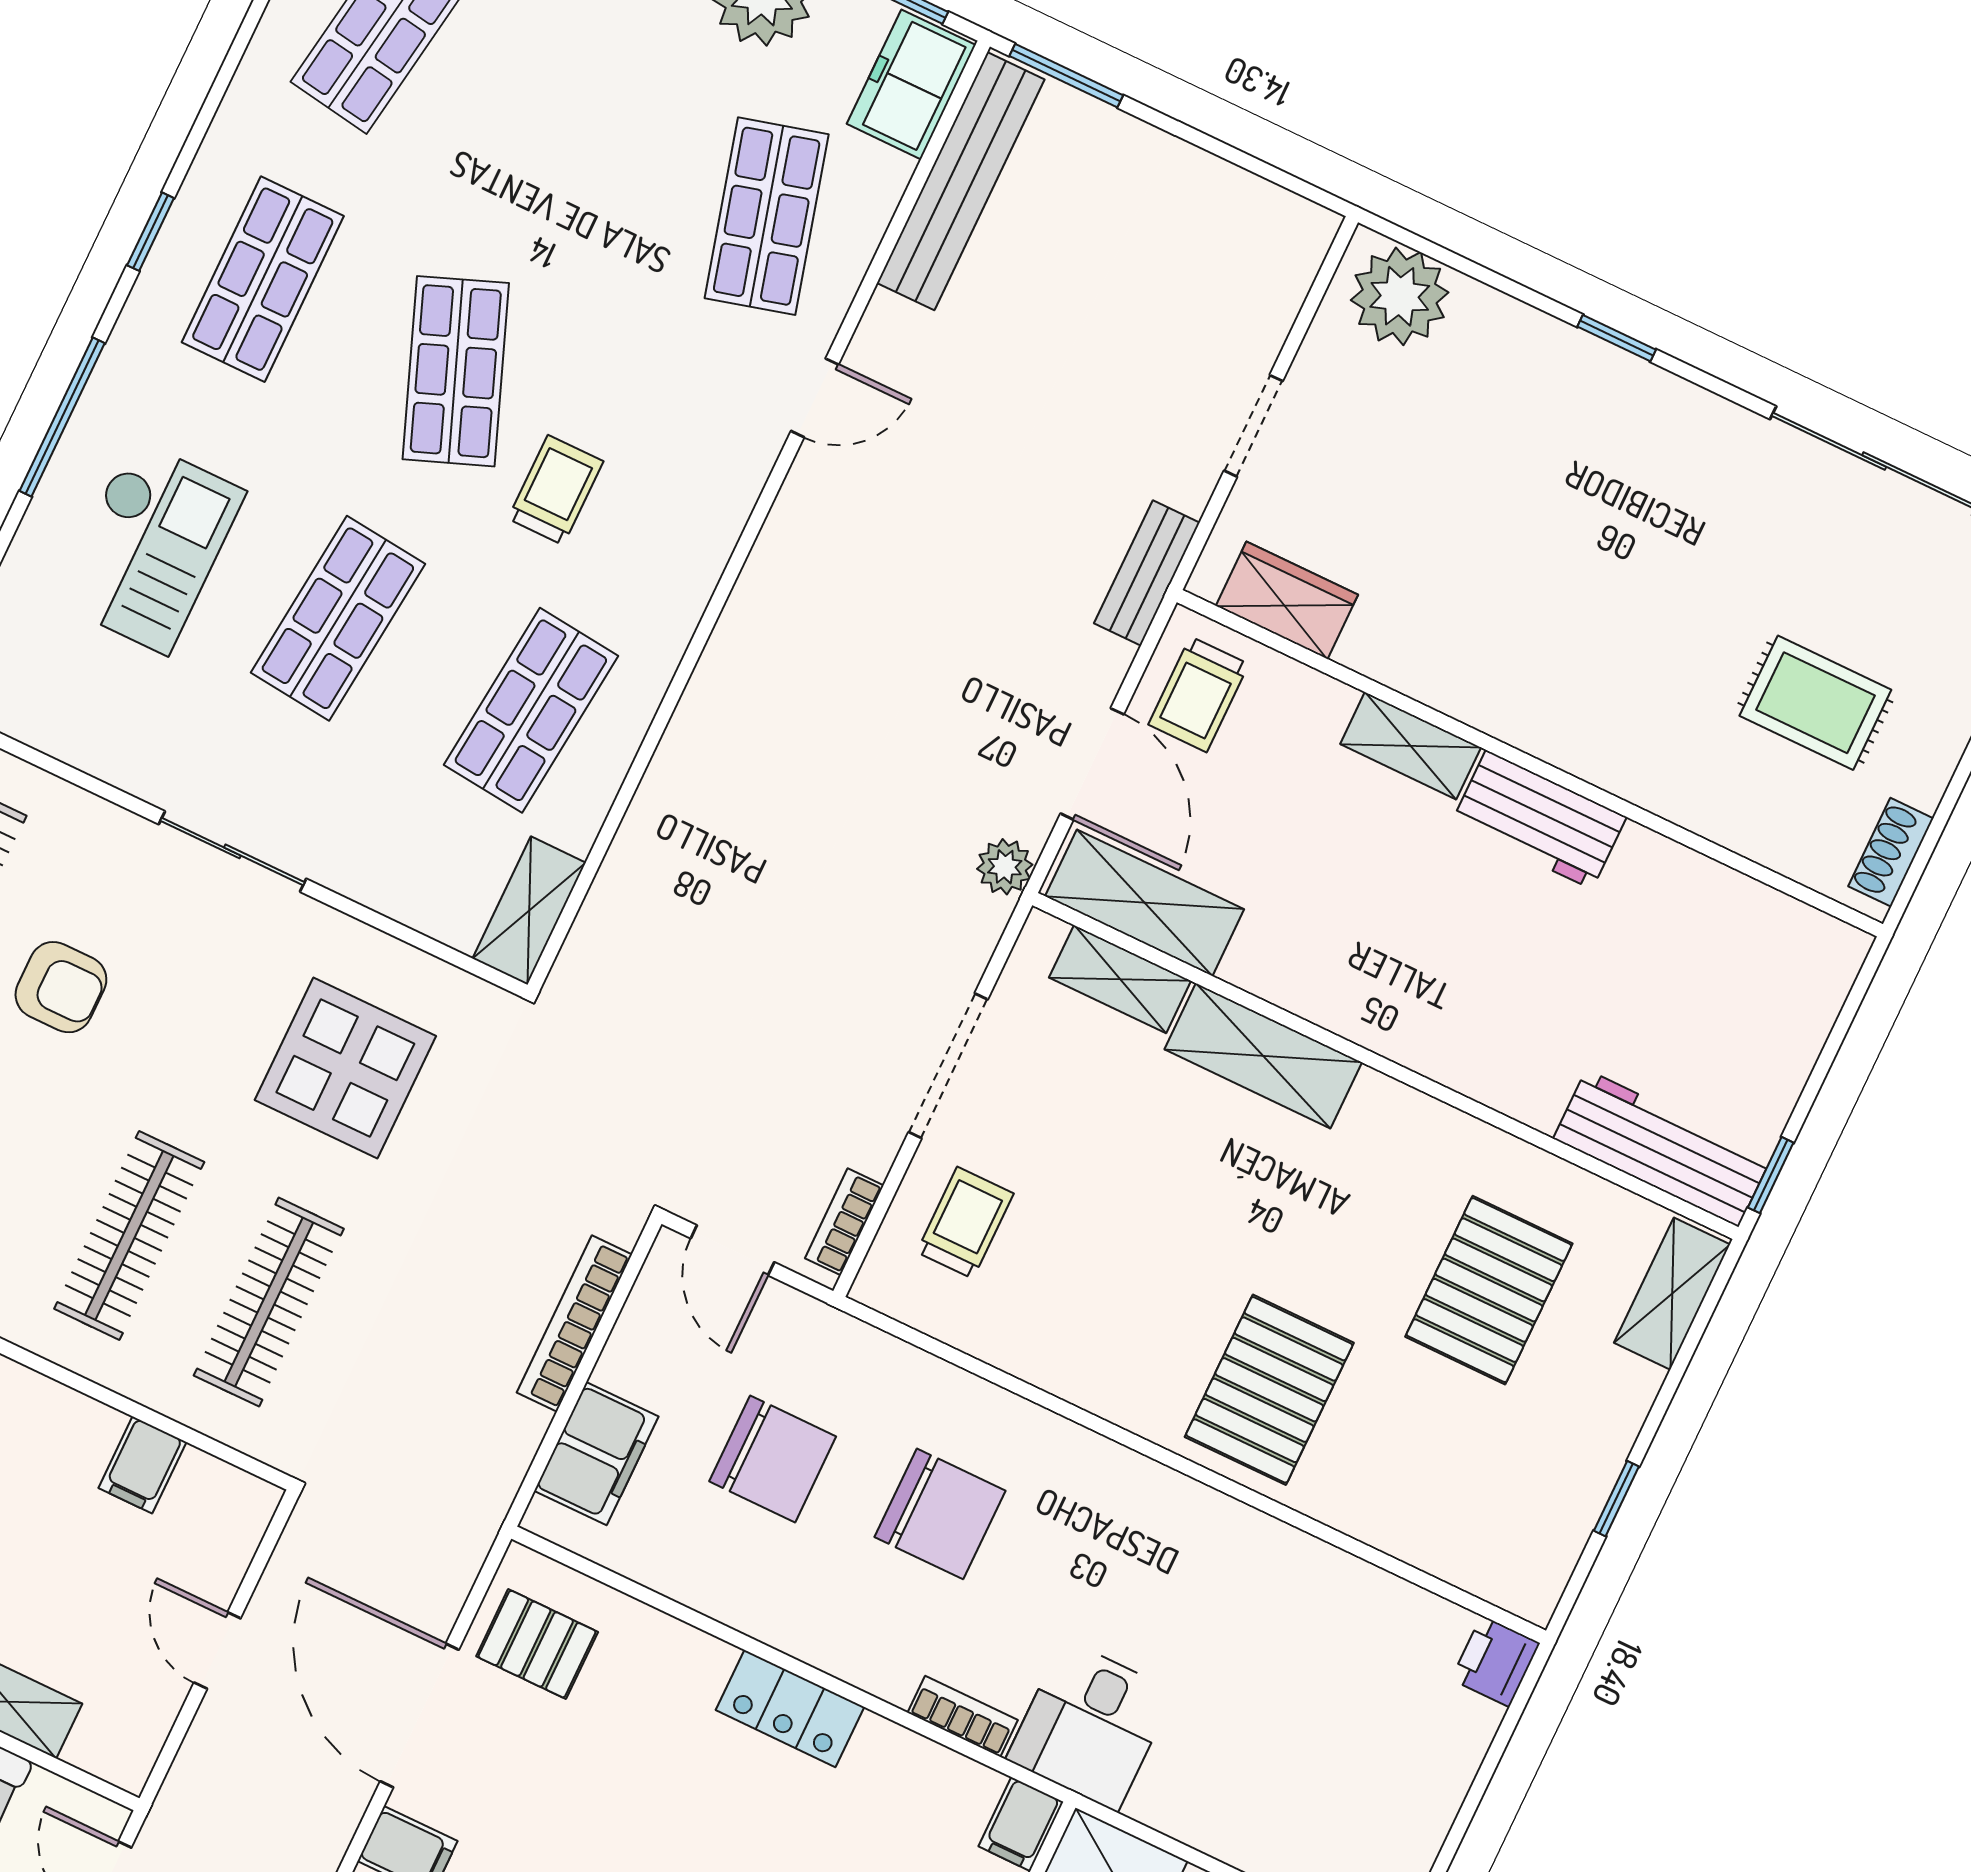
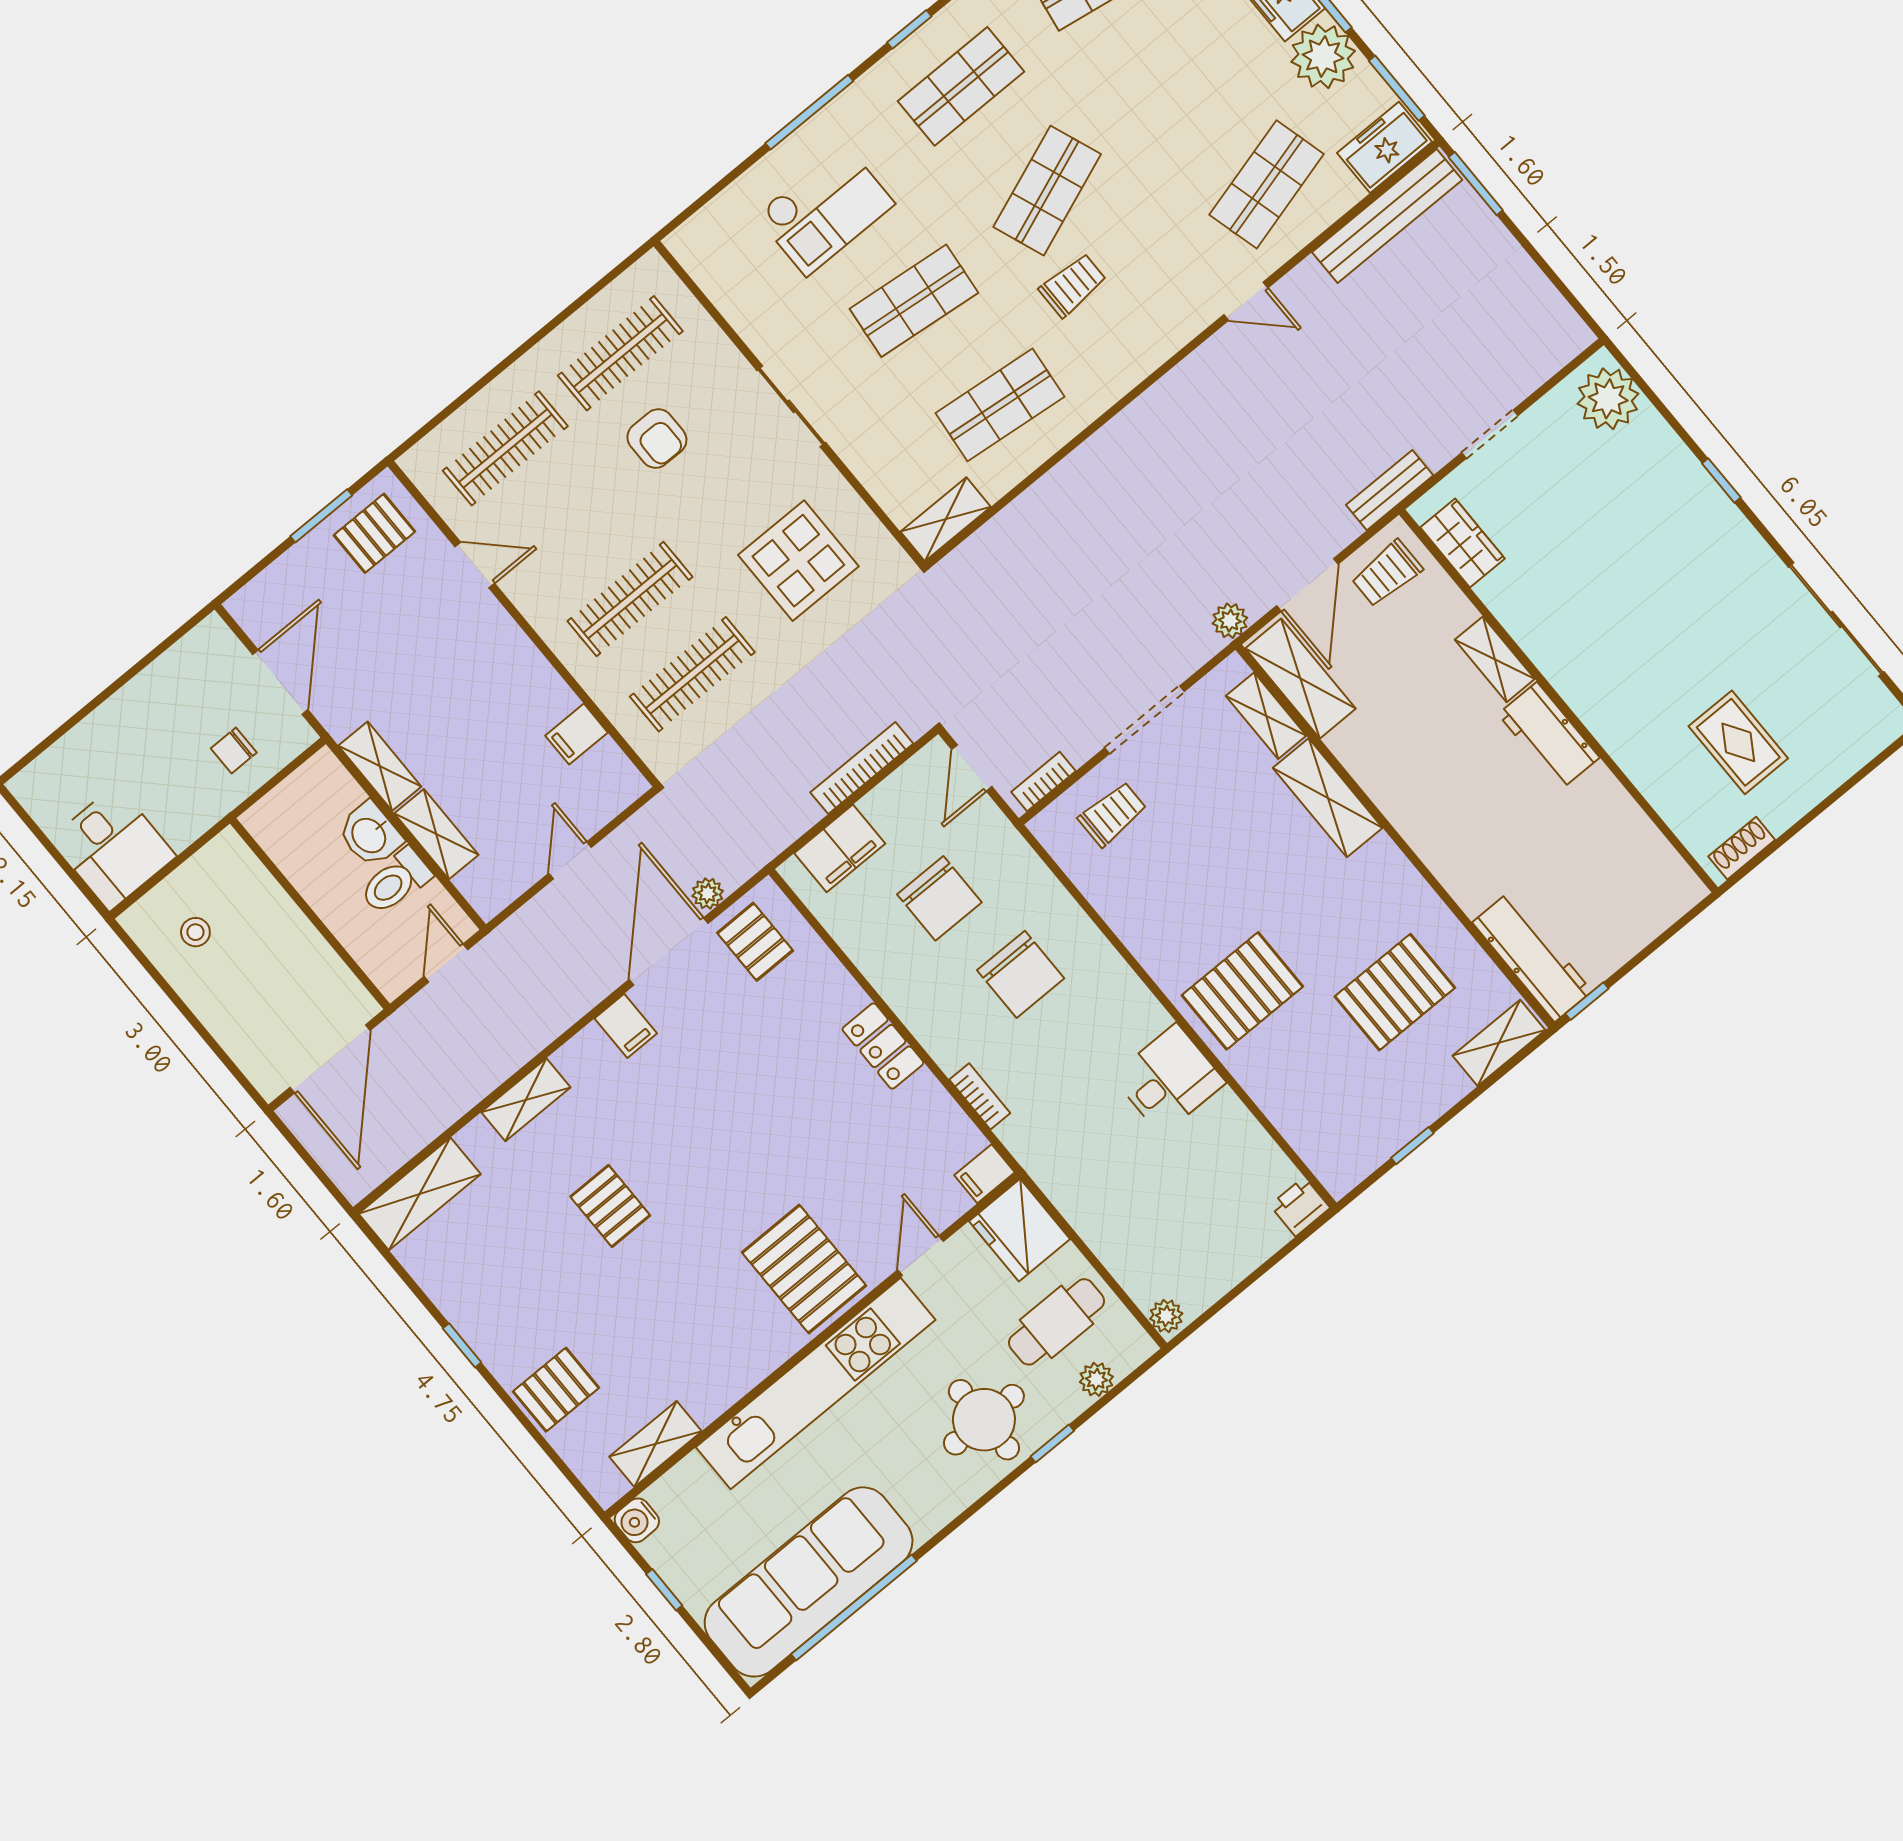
plant: (437, 1606) -> (708, 893), added
desk: (1090, 1725) -> (1169, 1079), moved, turned 180

